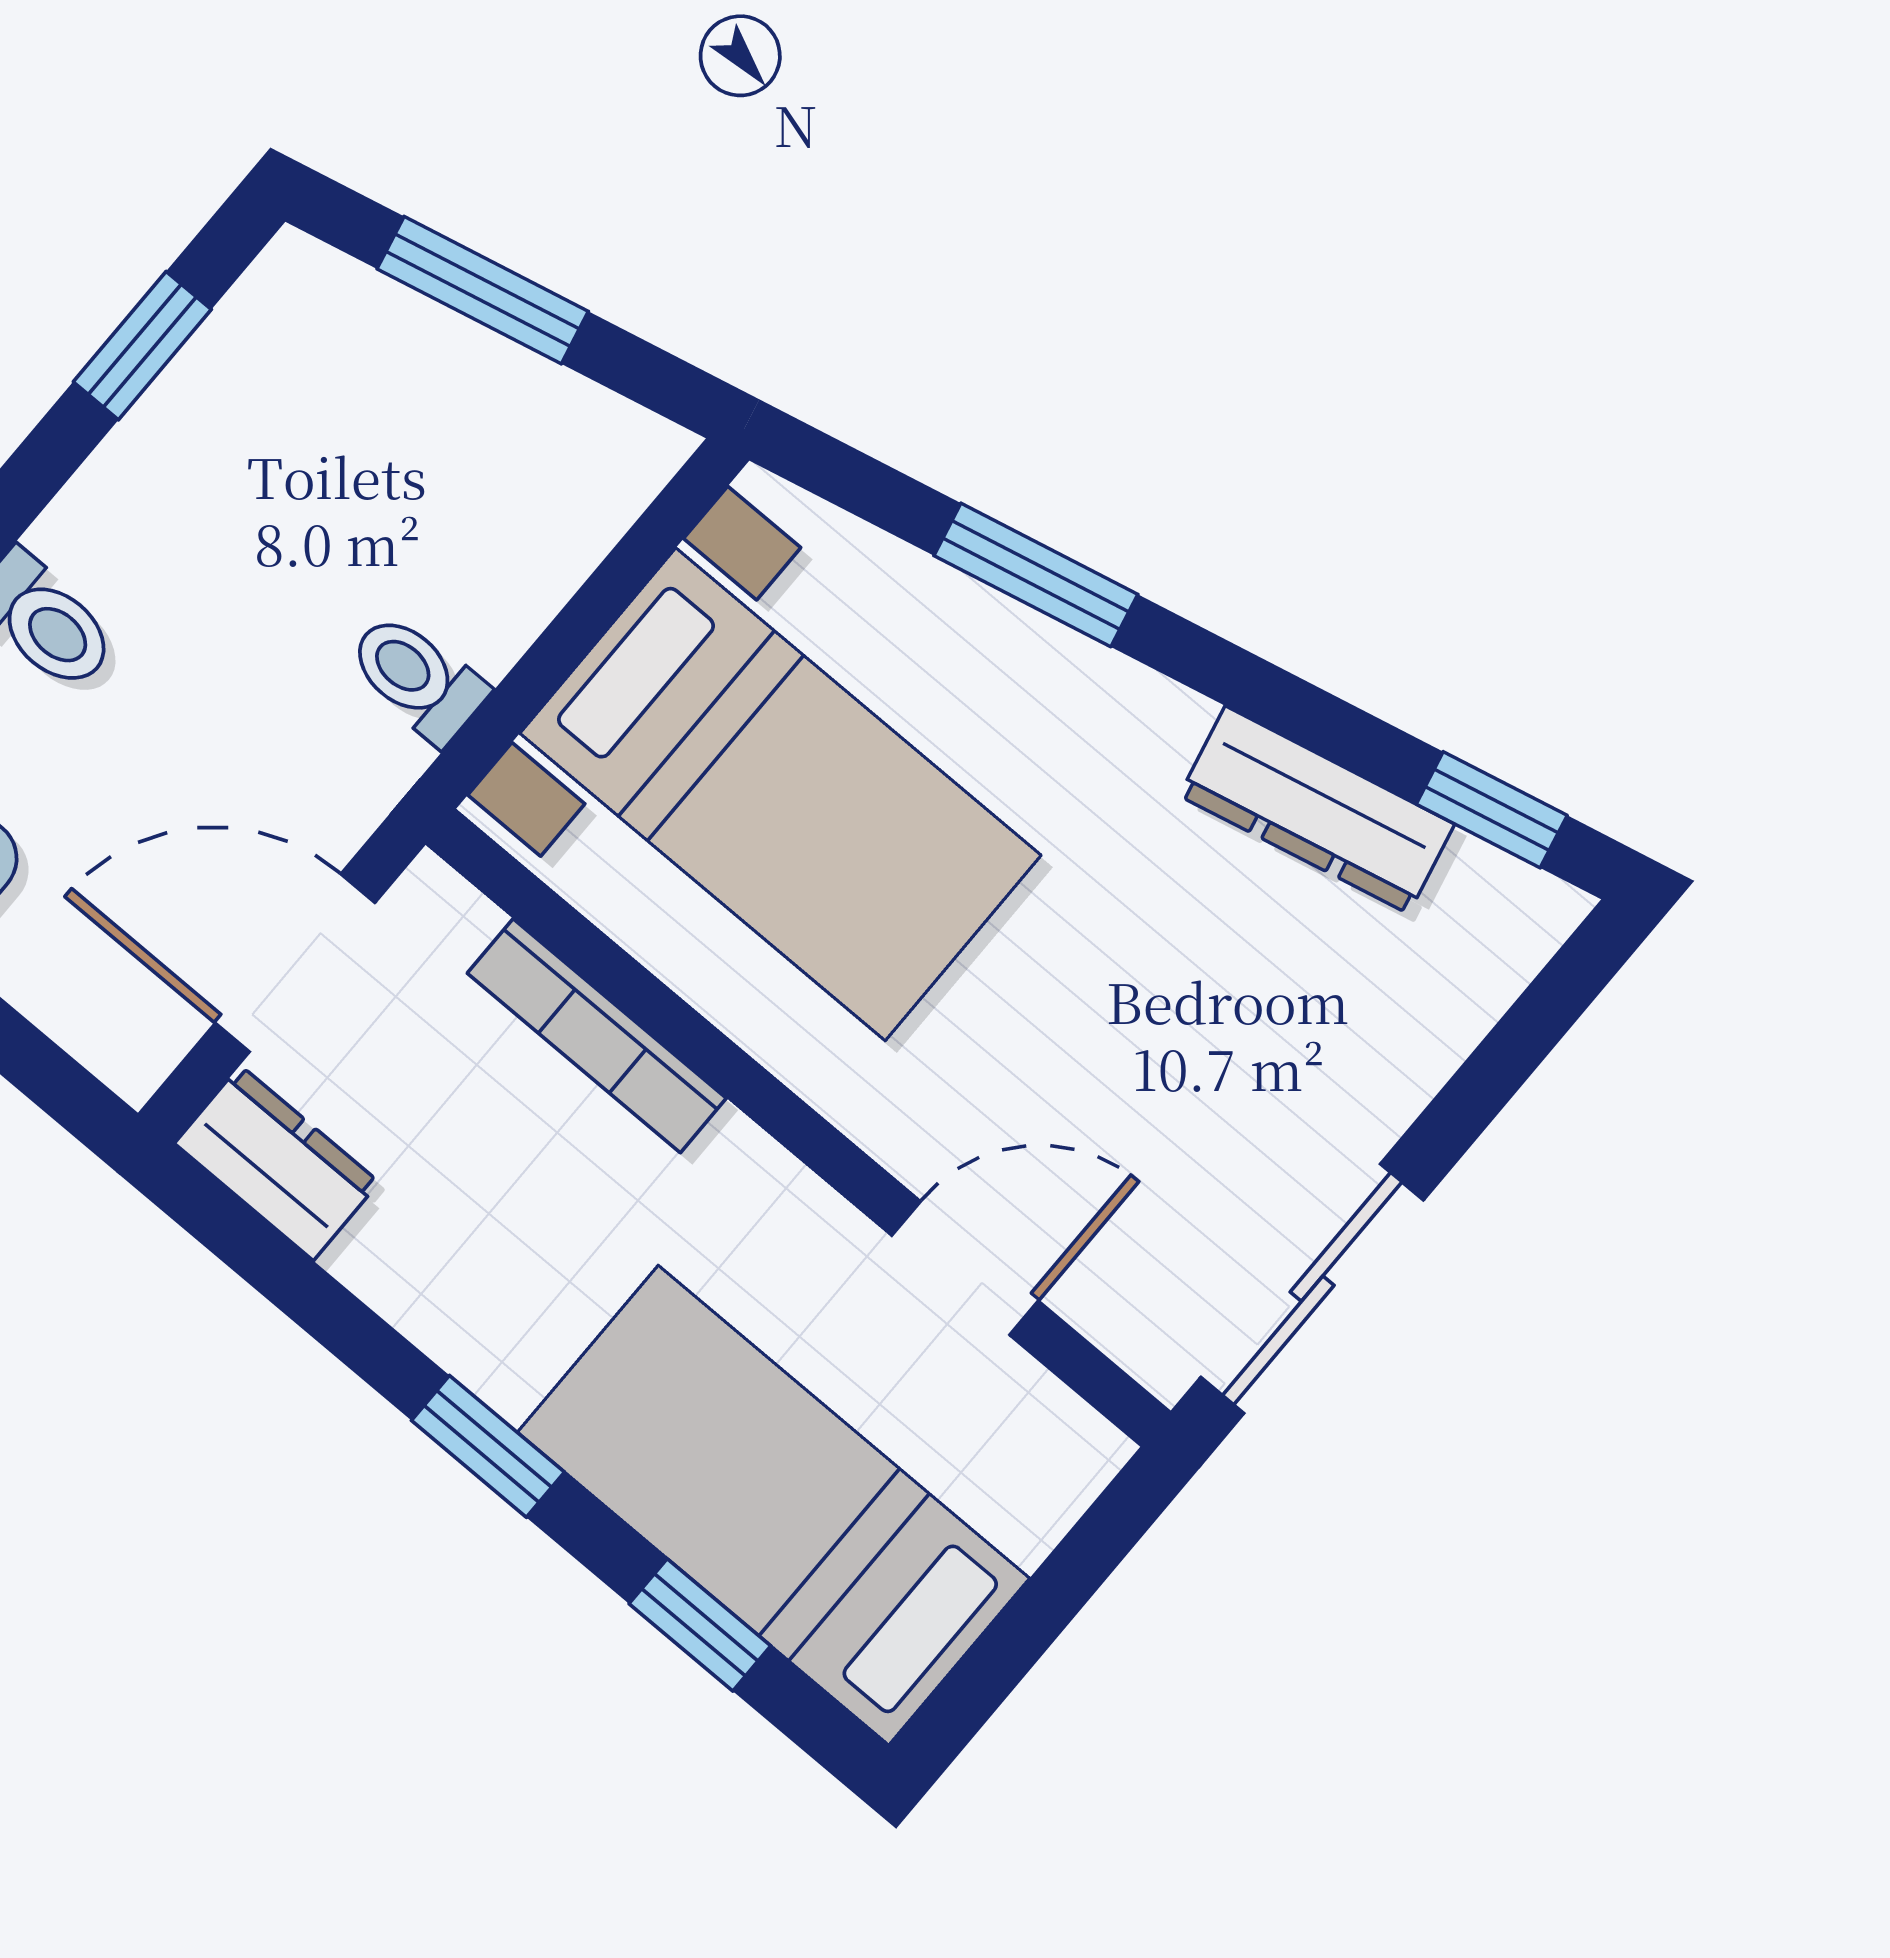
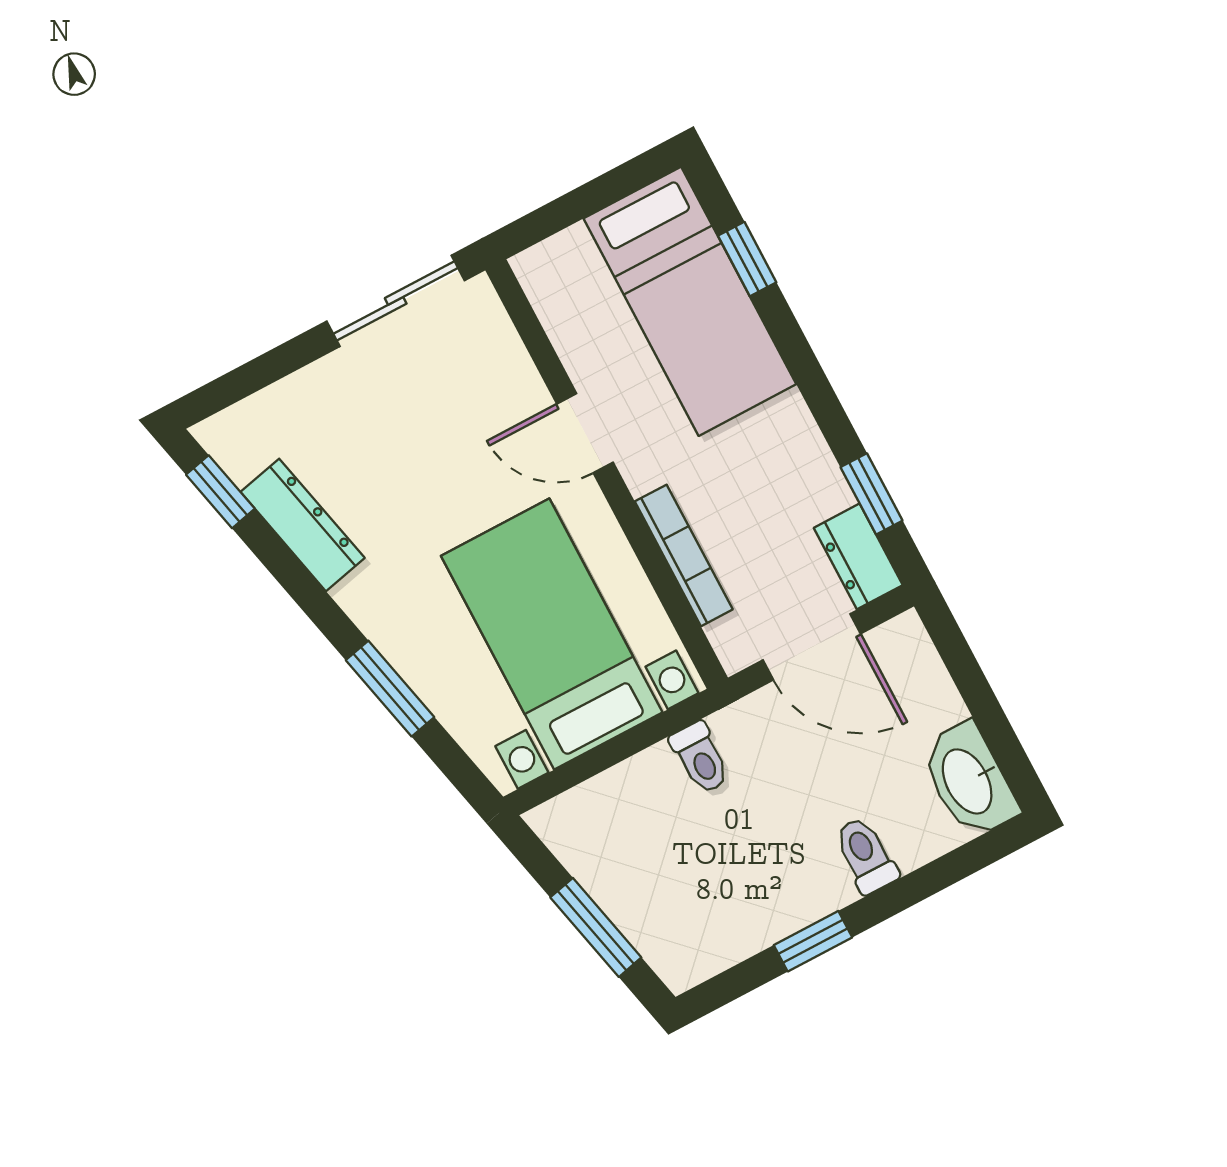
window: (142, 346) -> (813, 941), moved
door: (965, 1268) -> (585, 433), moved
window: (488, 1446) -> (871, 494), moved

